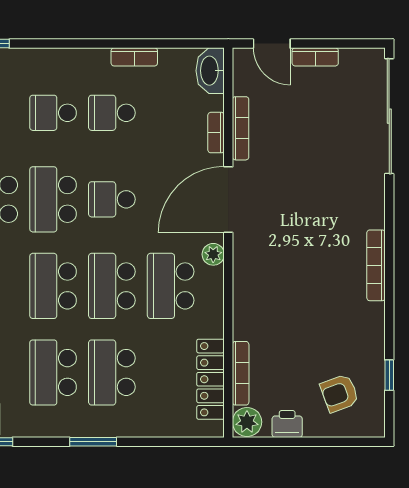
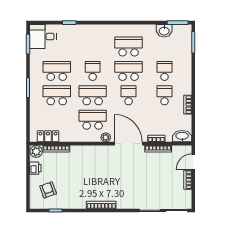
school desk: (53, 286) -> (93, 71), width x0.54
locker: (211, 379) -> (48, 136), width x0.66

